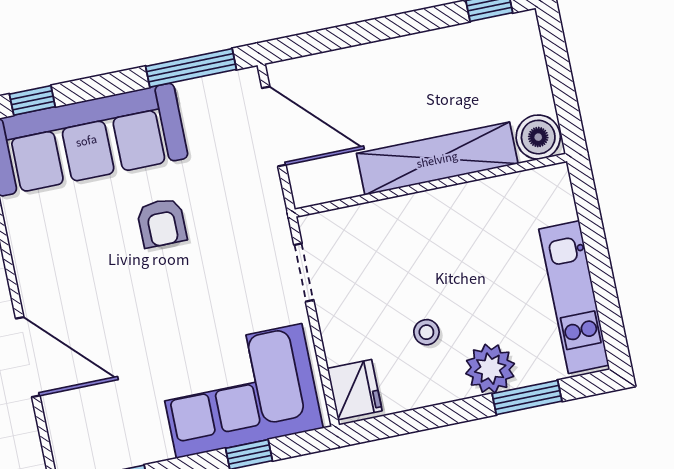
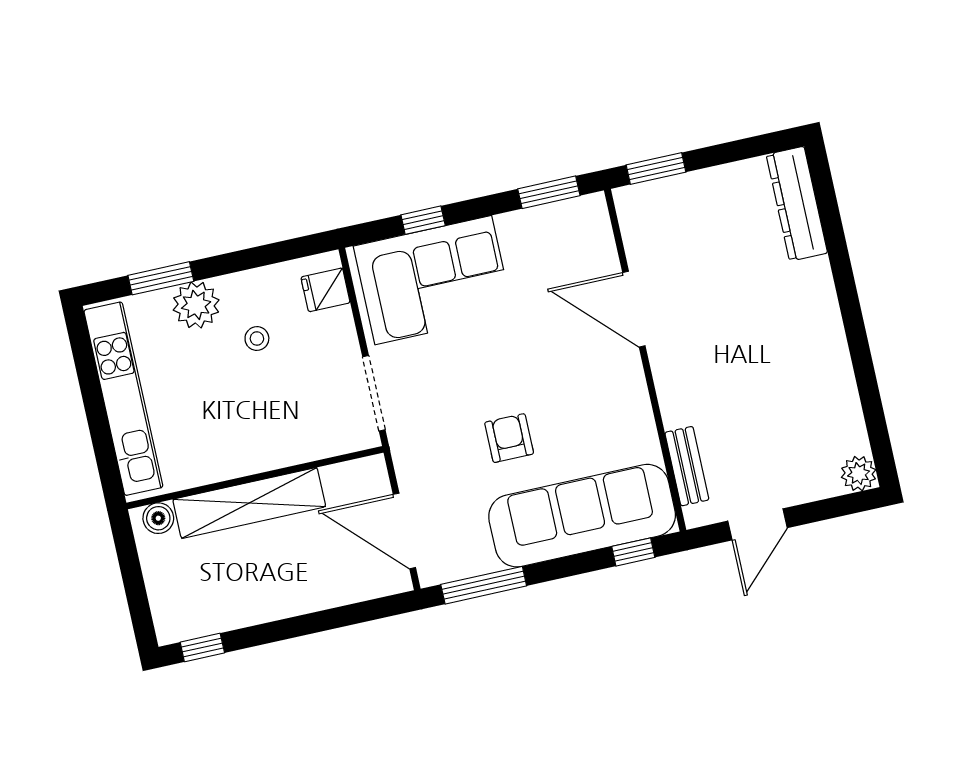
boiler: (538, 137) -> (158, 518), width x0.73, depth x0.73
doorway: (304, 272) -> (374, 393), width x1.38
kitchen unit: (574, 297) -> (123, 399), width x1.36
fridge: (355, 390) -> (326, 290), width x0.72

